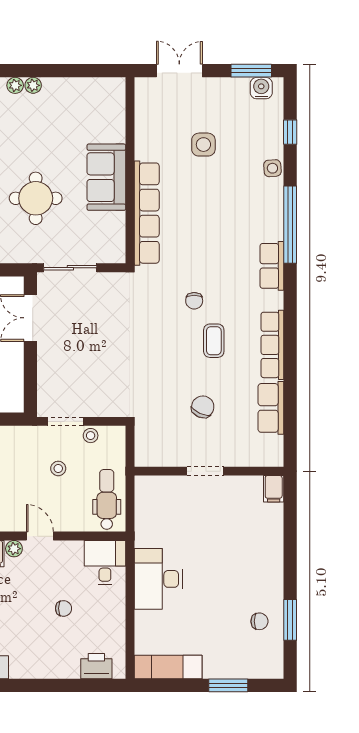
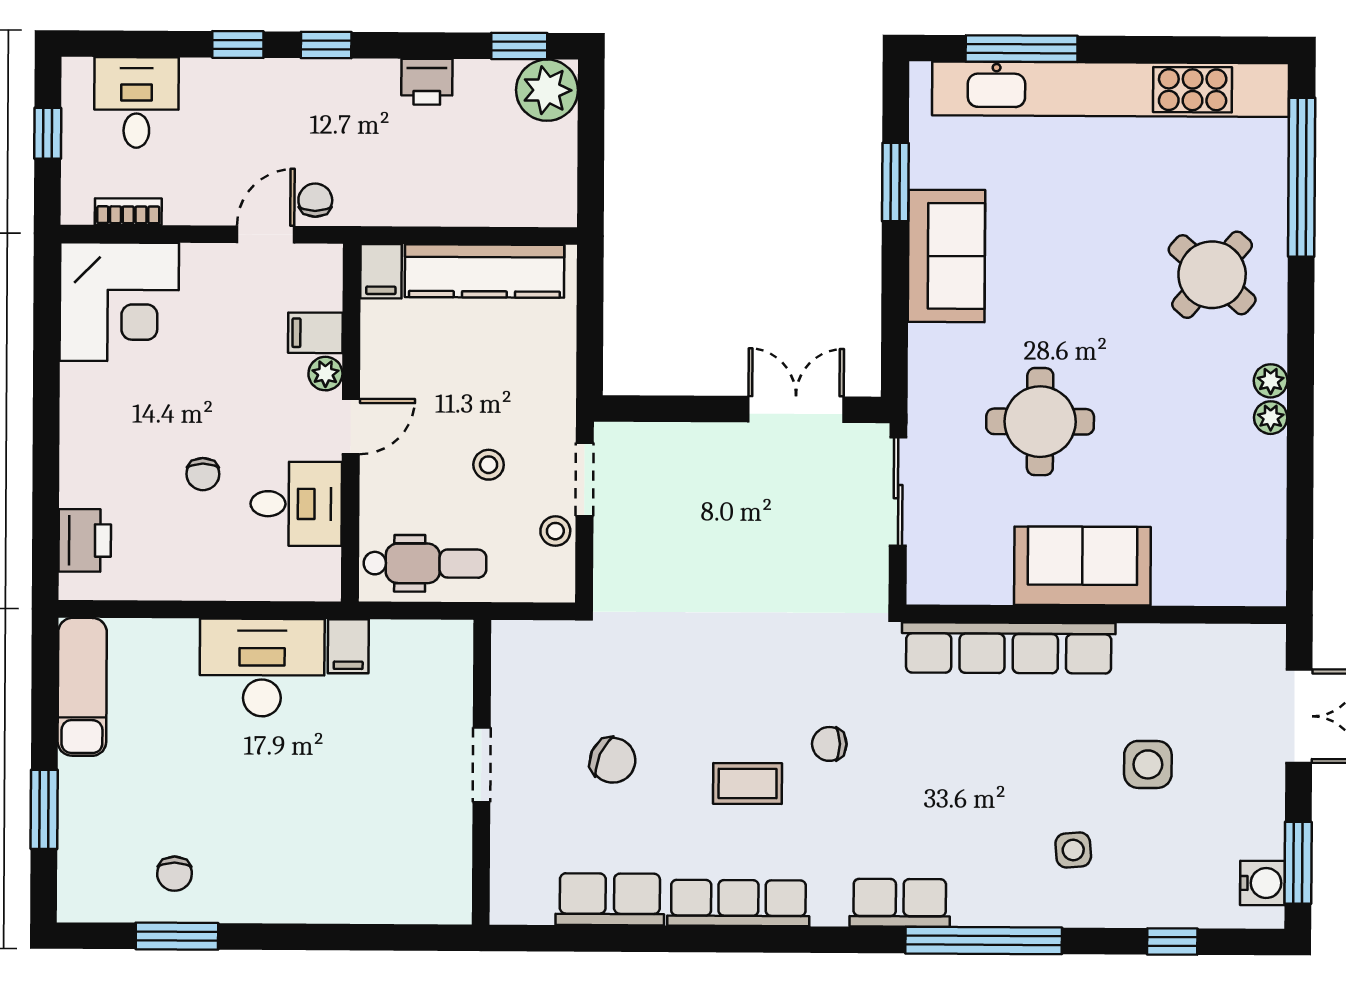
side table: (272, 168) -> (1073, 850), moved
filing cabinet: (274, 489) -> (348, 646), moved, turned -90
desk: (105, 563) -> (296, 504), moved

